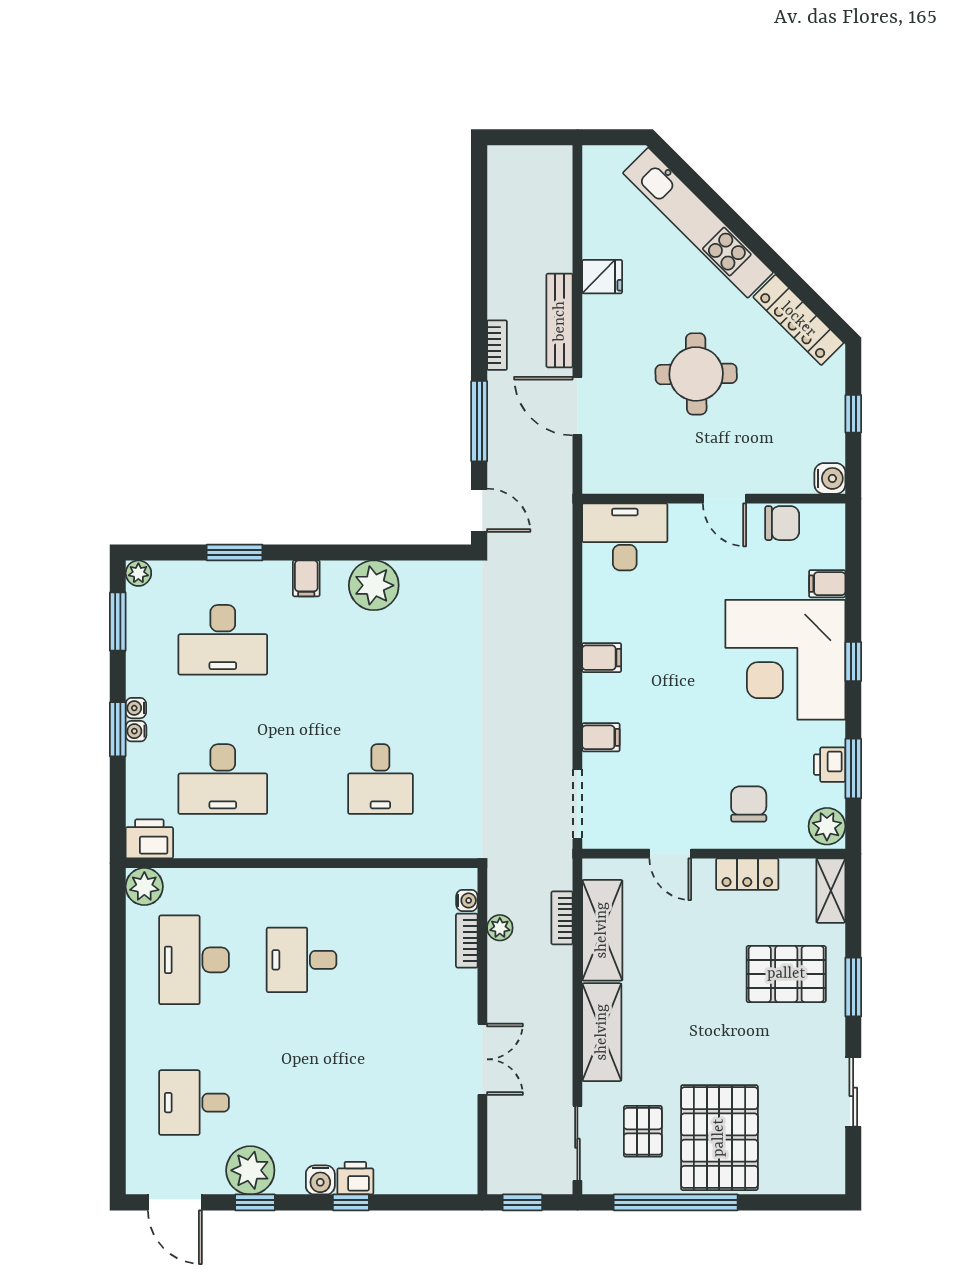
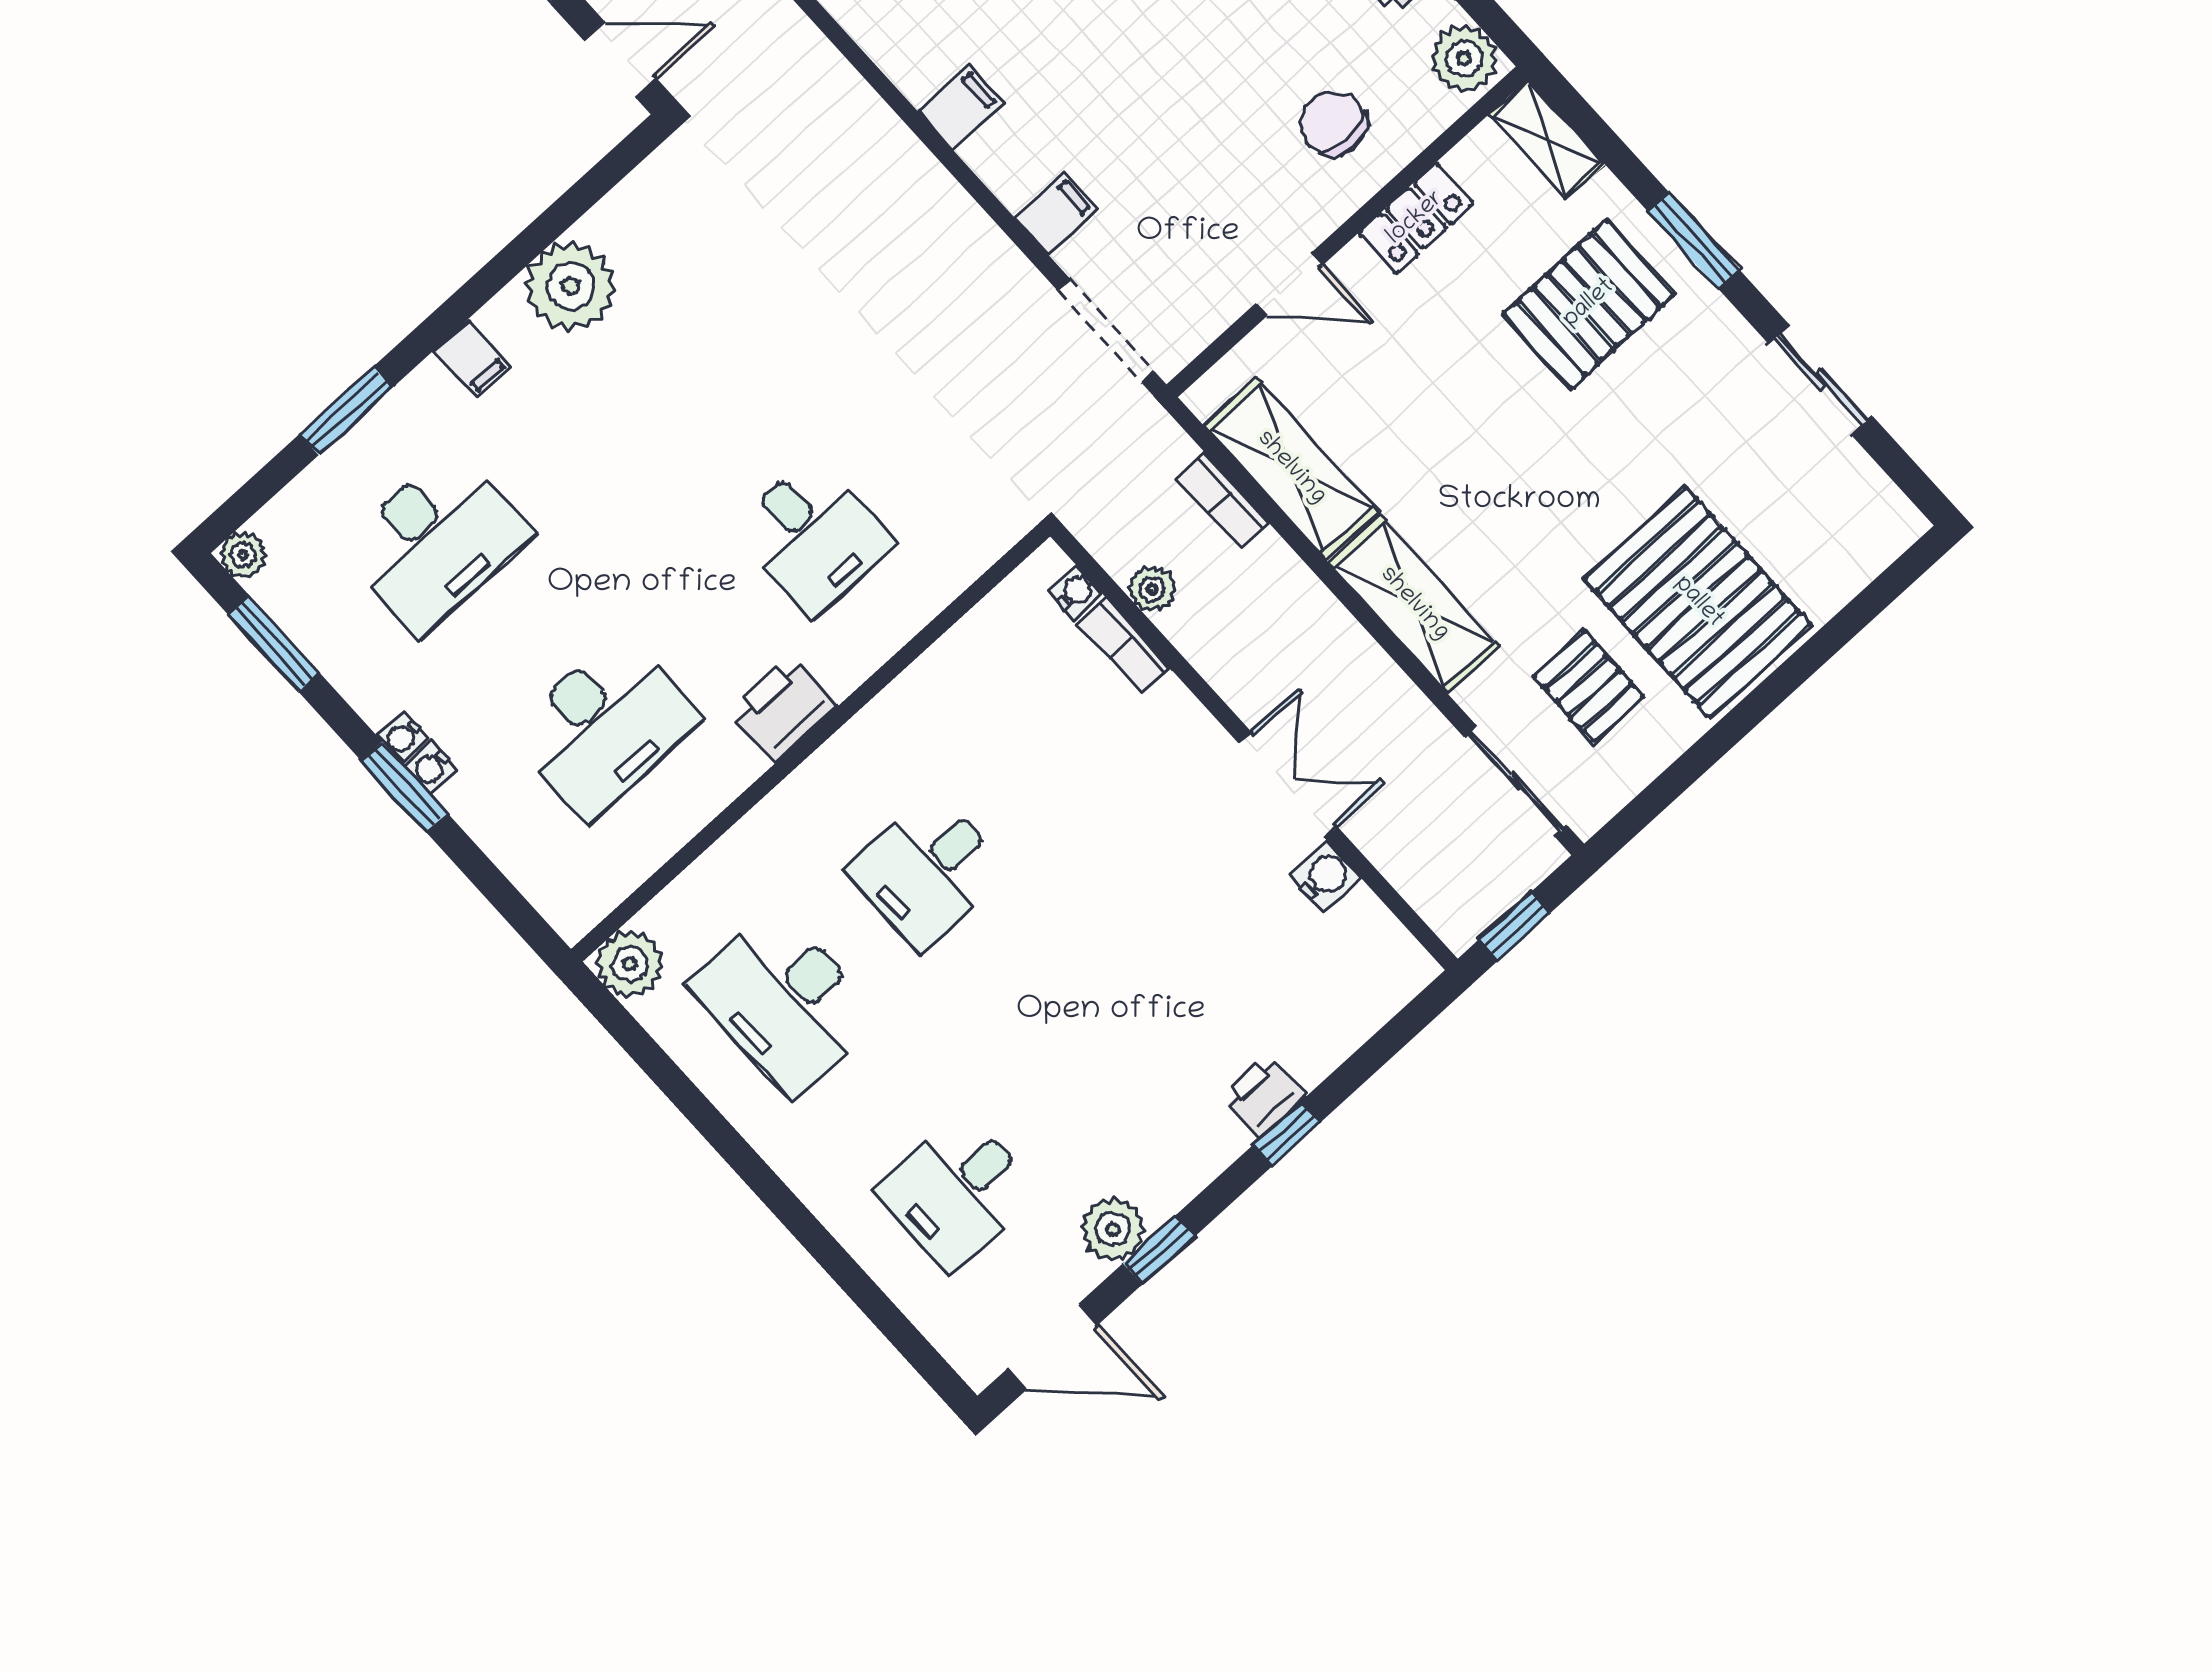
printer: (149, 839) -> (784, 708), moved
plant: (250, 1170) -> (1113, 1229), width x0.73, depth x0.73
water cooler: (320, 1180) -> (1325, 877), moved, turned -90
window: (676, 1202) -> (1718, 741), removed

